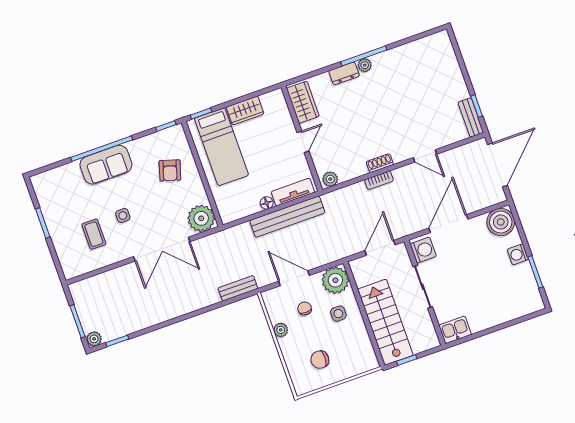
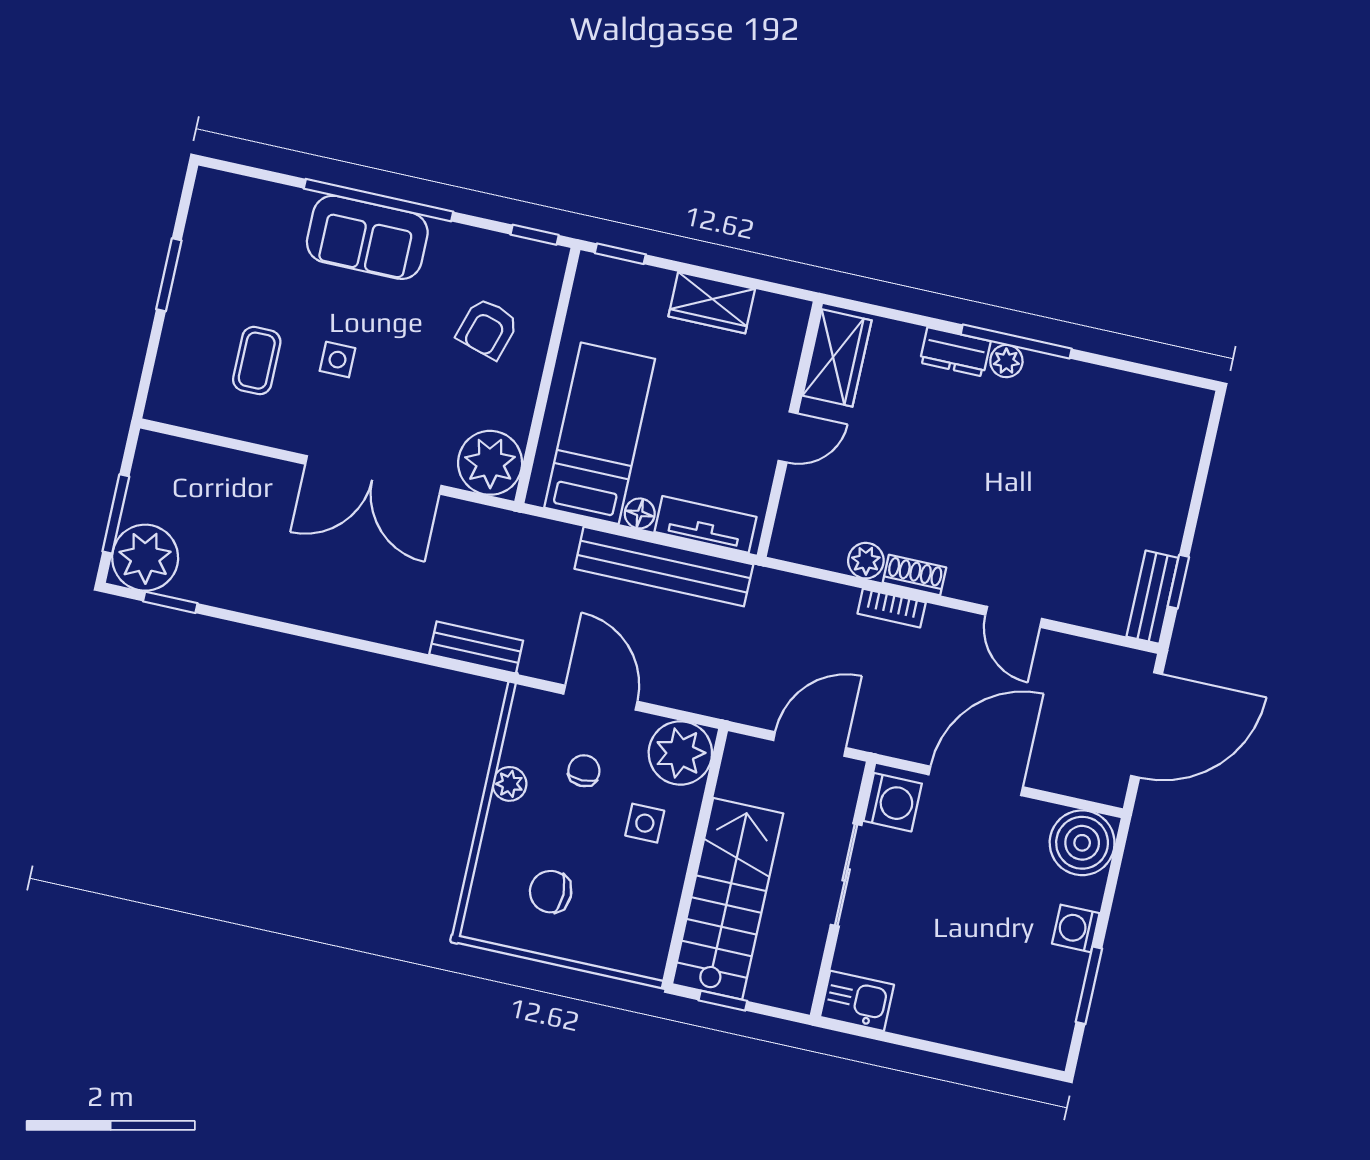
bed: (221, 147) -> (600, 433), moved, turned 180
plant: (330, 179) -> (866, 561), moved
plant: (94, 339) -> (145, 558), width x1.87, depth x1.87

